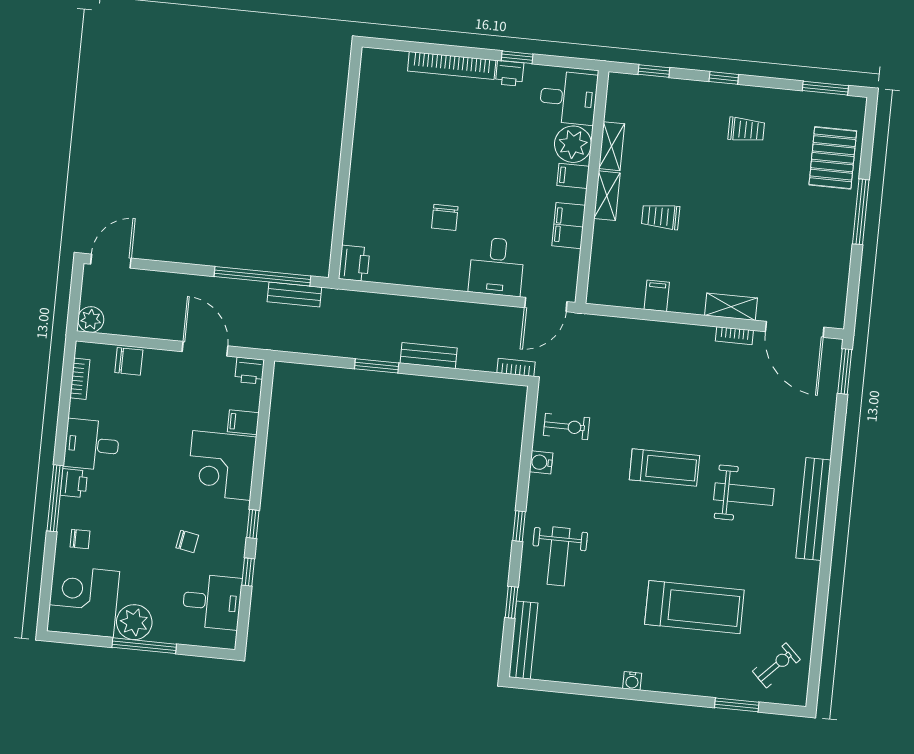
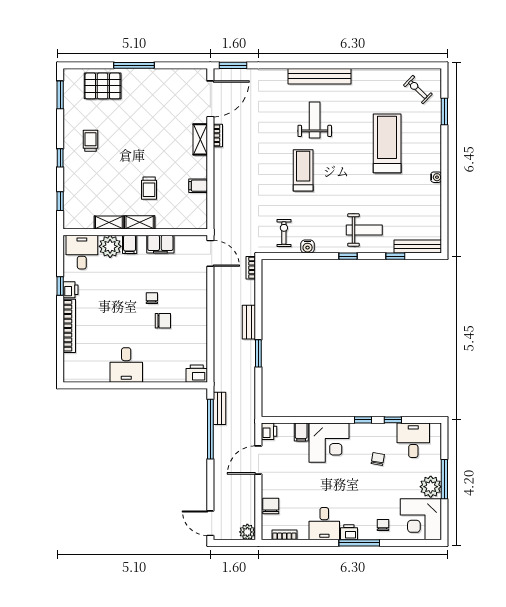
chair: (483, 203) -> (152, 298), added
desk: (497, 267) -> (126, 365), moved, turned 90

